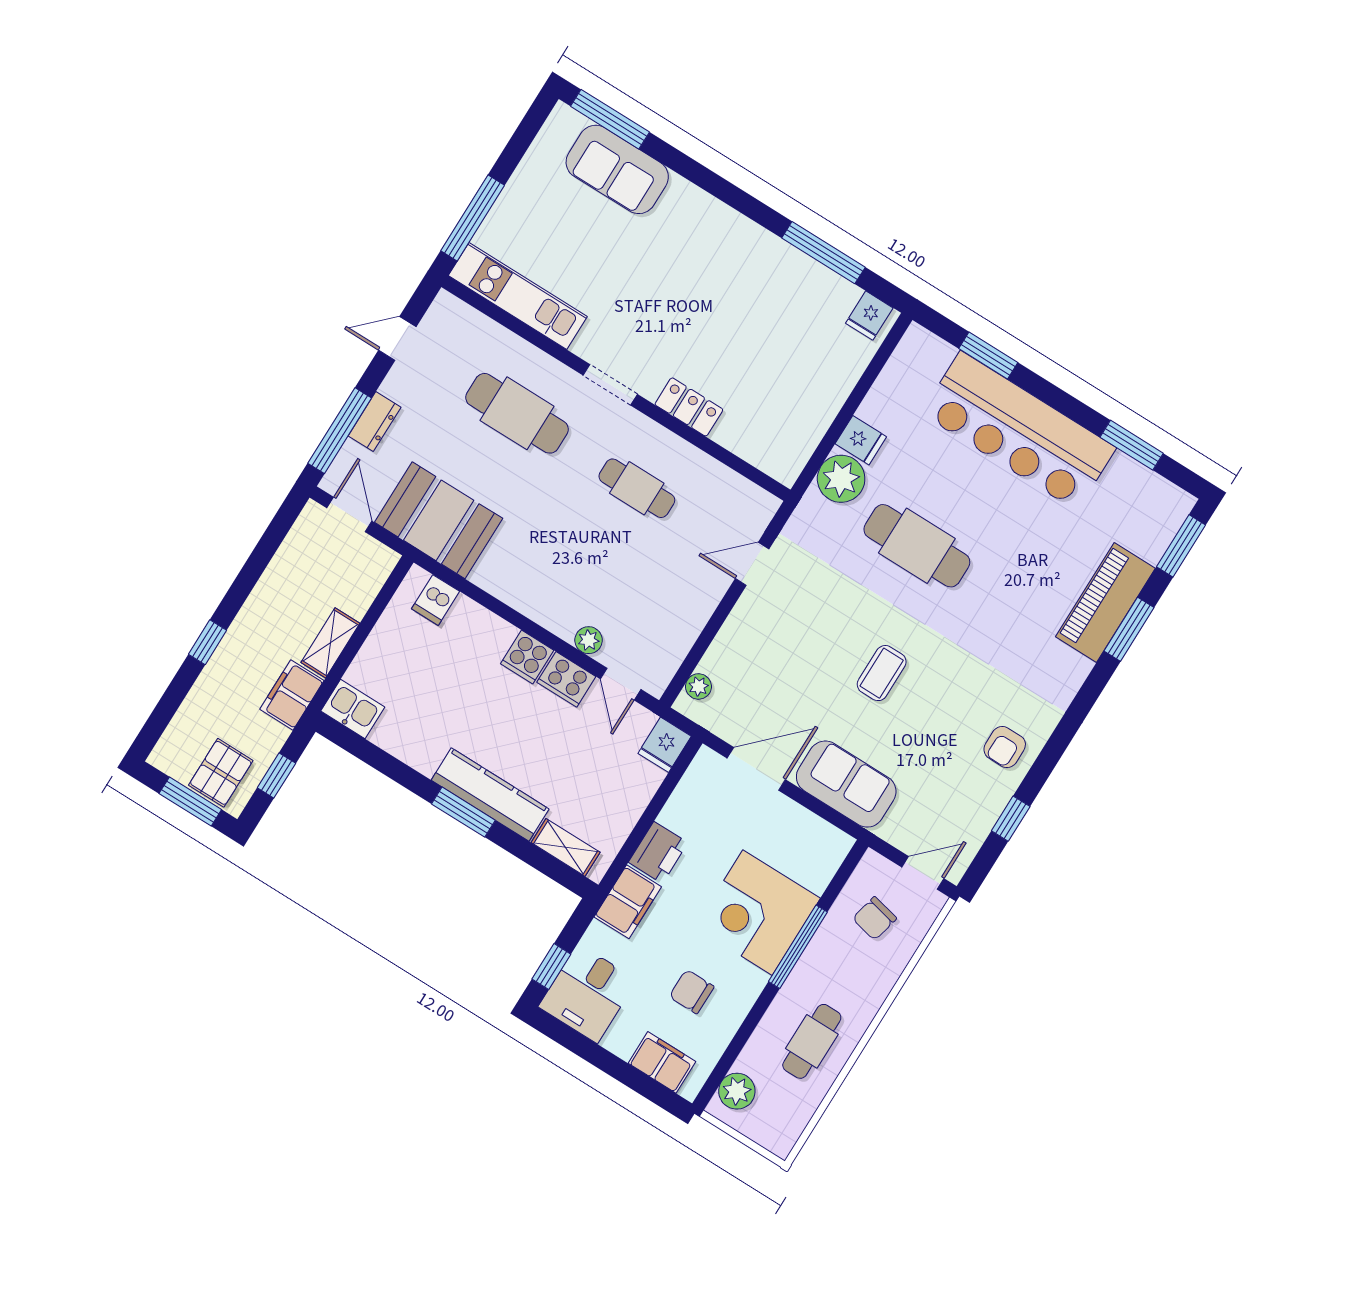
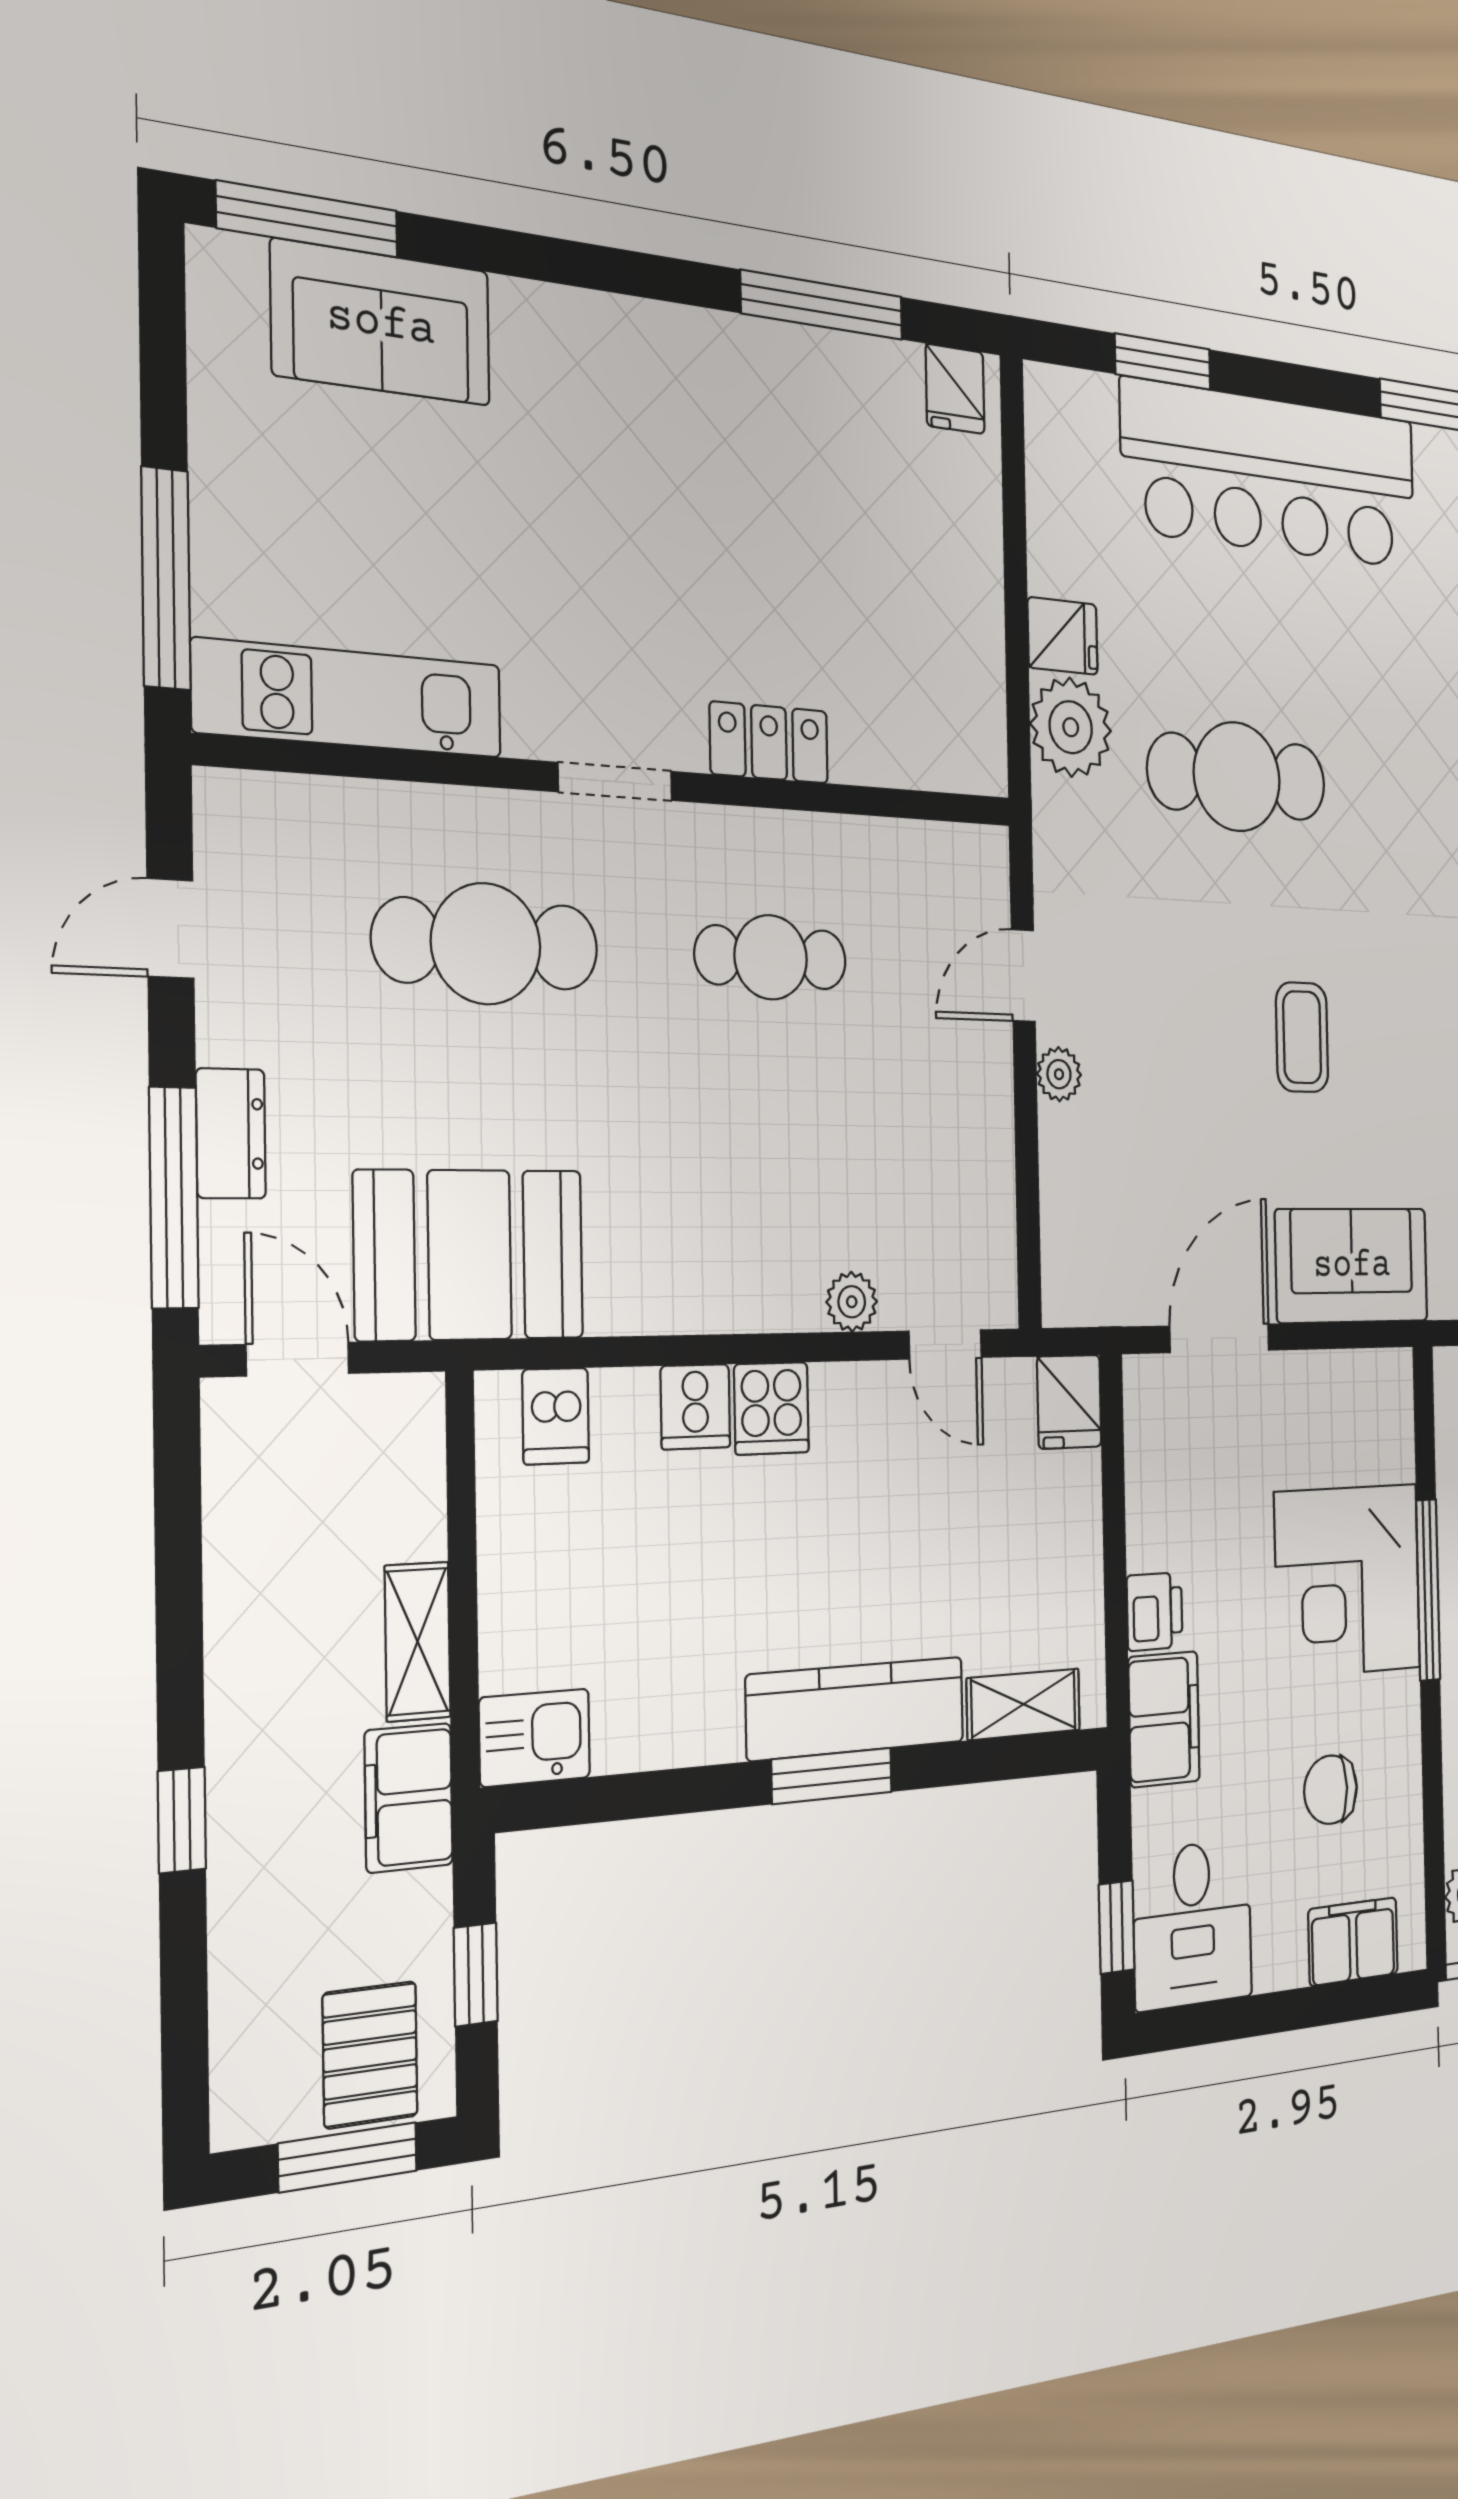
cooker: (566, 679) -> (695, 1407), moved, width x0.73
plant: (698, 686) -> (1059, 1074), moved
printer: (658, 852) -> (1155, 1611), width x0.73, depth x0.81

